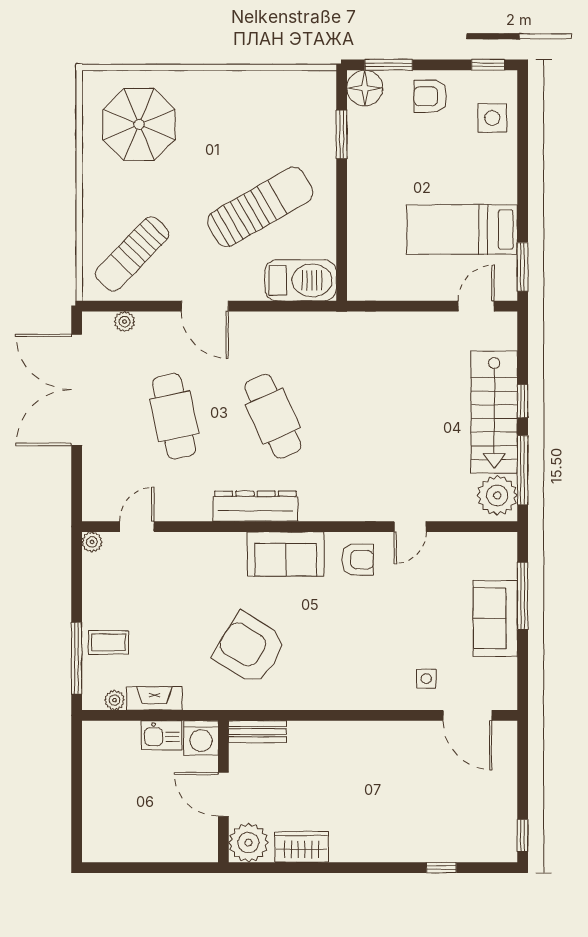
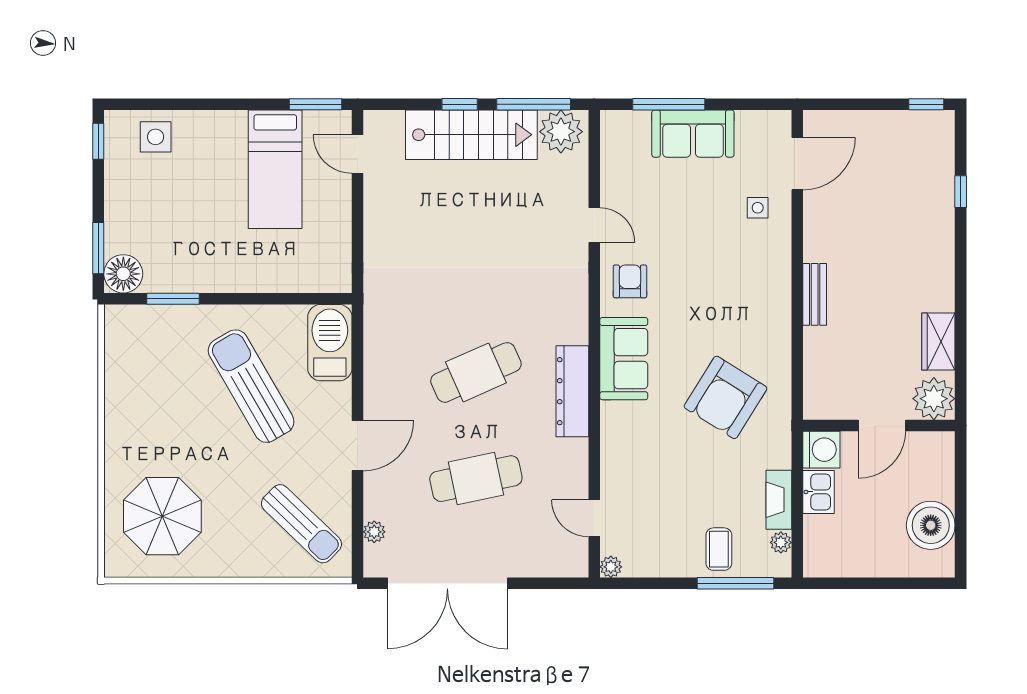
armchair: (430, 96) -> (132, 203), removed
bench: (258, 732) -> (815, 294), moved
boiler: (131, 840) -> (931, 525), added

